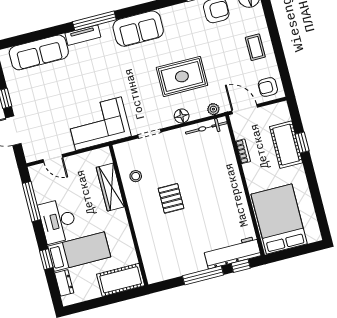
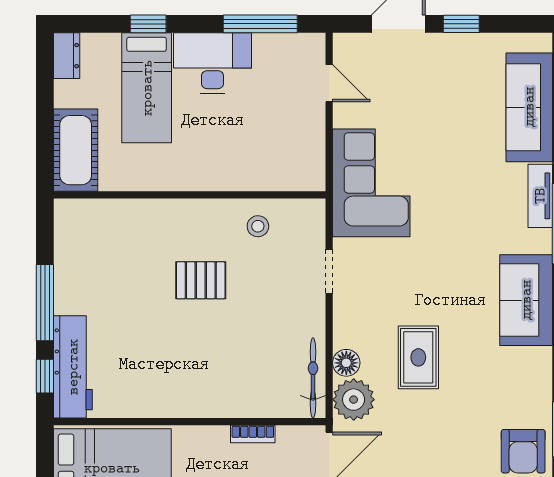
rug: (182, 76) -> (418, 357), width x0.73, depth x0.70
plant: (213, 109) -> (354, 400), width x1.88, depth x1.88
floor lamp: (182, 116) -> (346, 363), moved
door: (53, 158) -> (329, 83), swing flipped
wardrobe: (110, 187) -> (250, 175), removed
dresser: (64, 283) -> (67, 56), moved, turned -90

